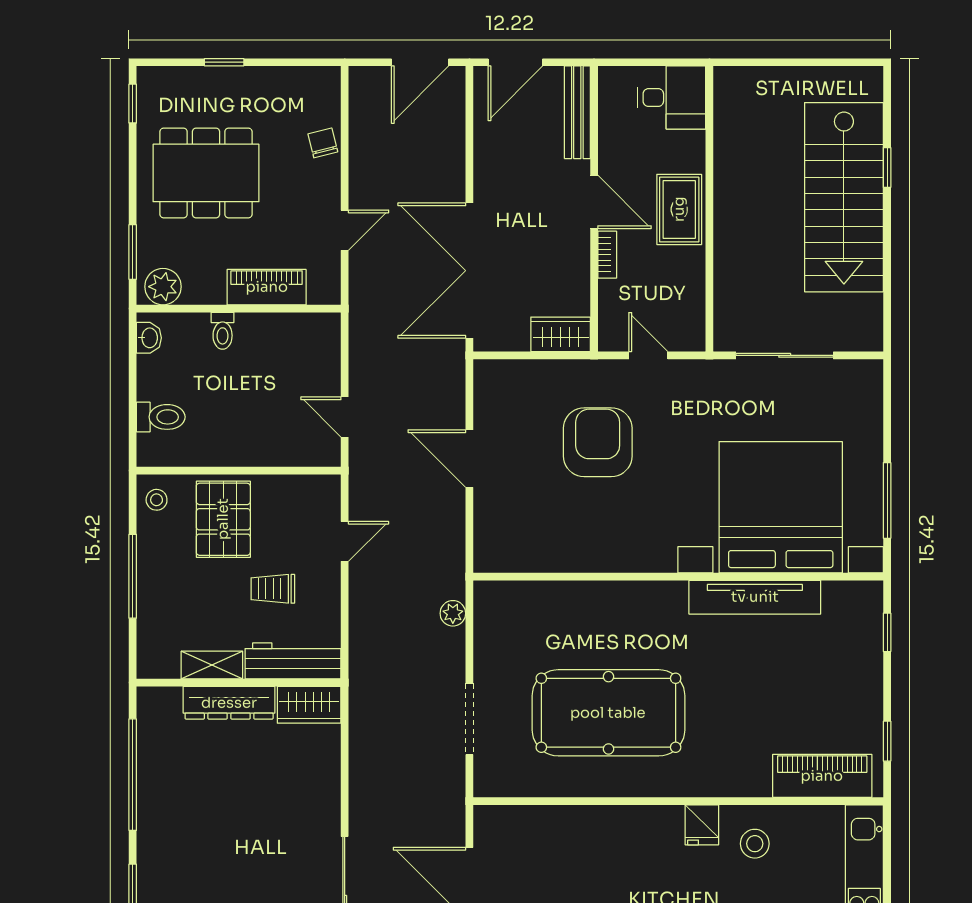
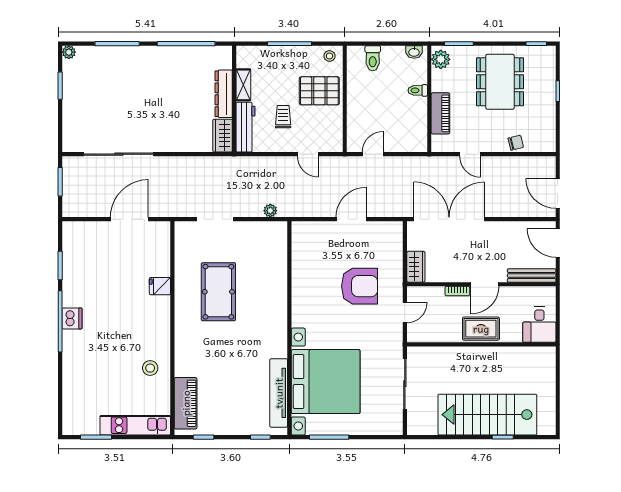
tv unit: (755, 597) -> (279, 393), moved
pool table: (608, 713) -> (218, 292), width x0.73, depth x0.76
fridge: (702, 825) -> (160, 286), moved

